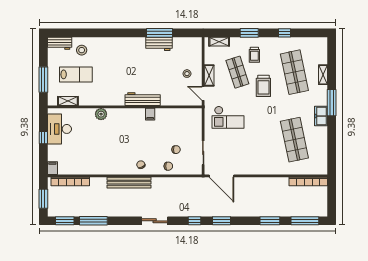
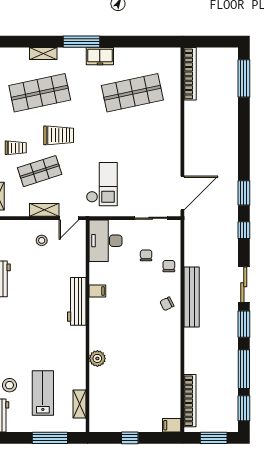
desk: (59, 129) -> (106, 241), moved, turned 90
bench: (129, 183) -> (192, 297), moved
window: (270, 221) -> (244, 324), moved

